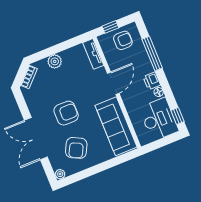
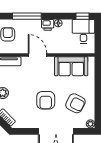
armchair: (66, 113) -> (46, 100), turned 180
desk: (159, 119) -> (83, 31), width x0.73
sofa: (116, 126) -> (71, 66), width x0.73

